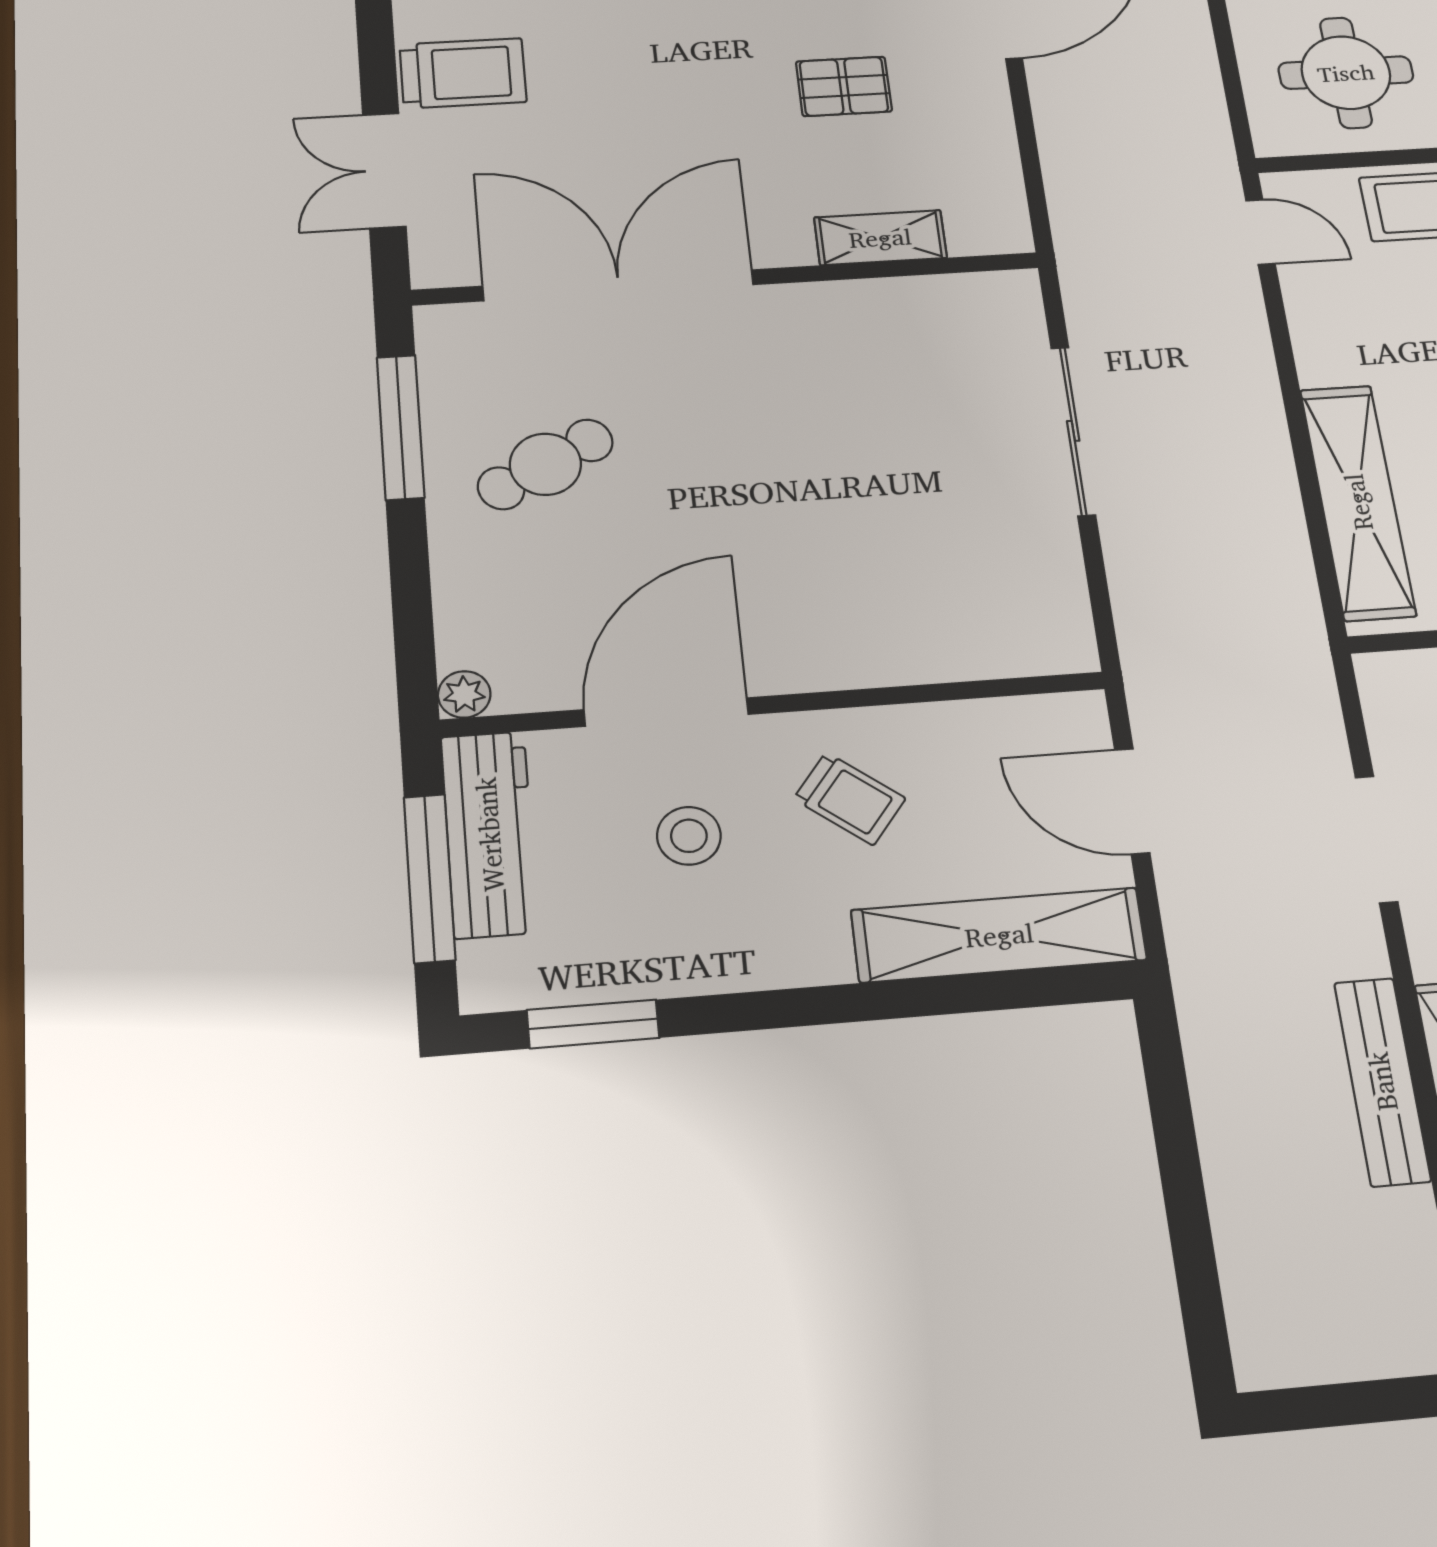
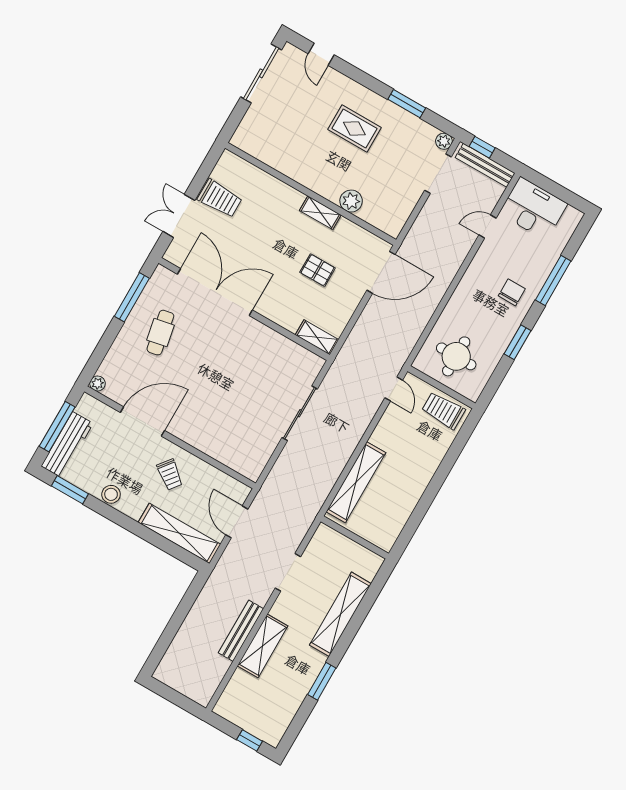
shelving: (880, 238) -> (317, 337), moved
cafe table: (545, 464) -> (160, 333), turned -73
workbench: (489, 834) -> (67, 445), moved
stool: (689, 836) -> (111, 494), moved

